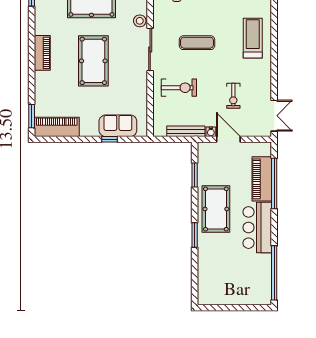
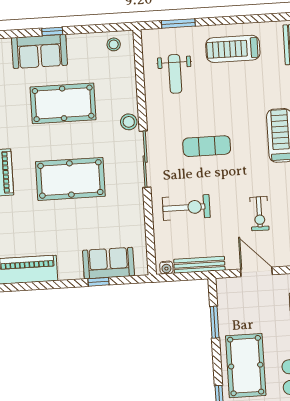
pool table: (93, 61) -> (70, 179), turned 90
water cooler: (211, 132) -> (166, 268), moved

